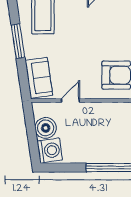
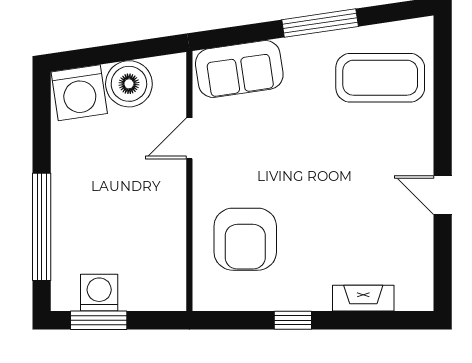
door: (70, 100) -> (189, 138), swing flipped

